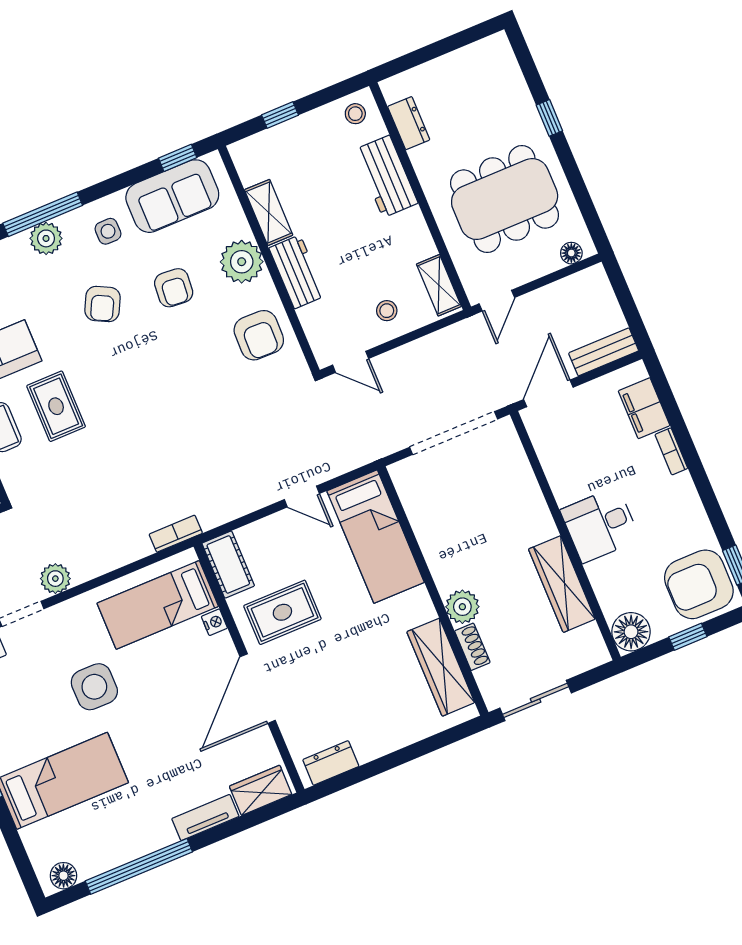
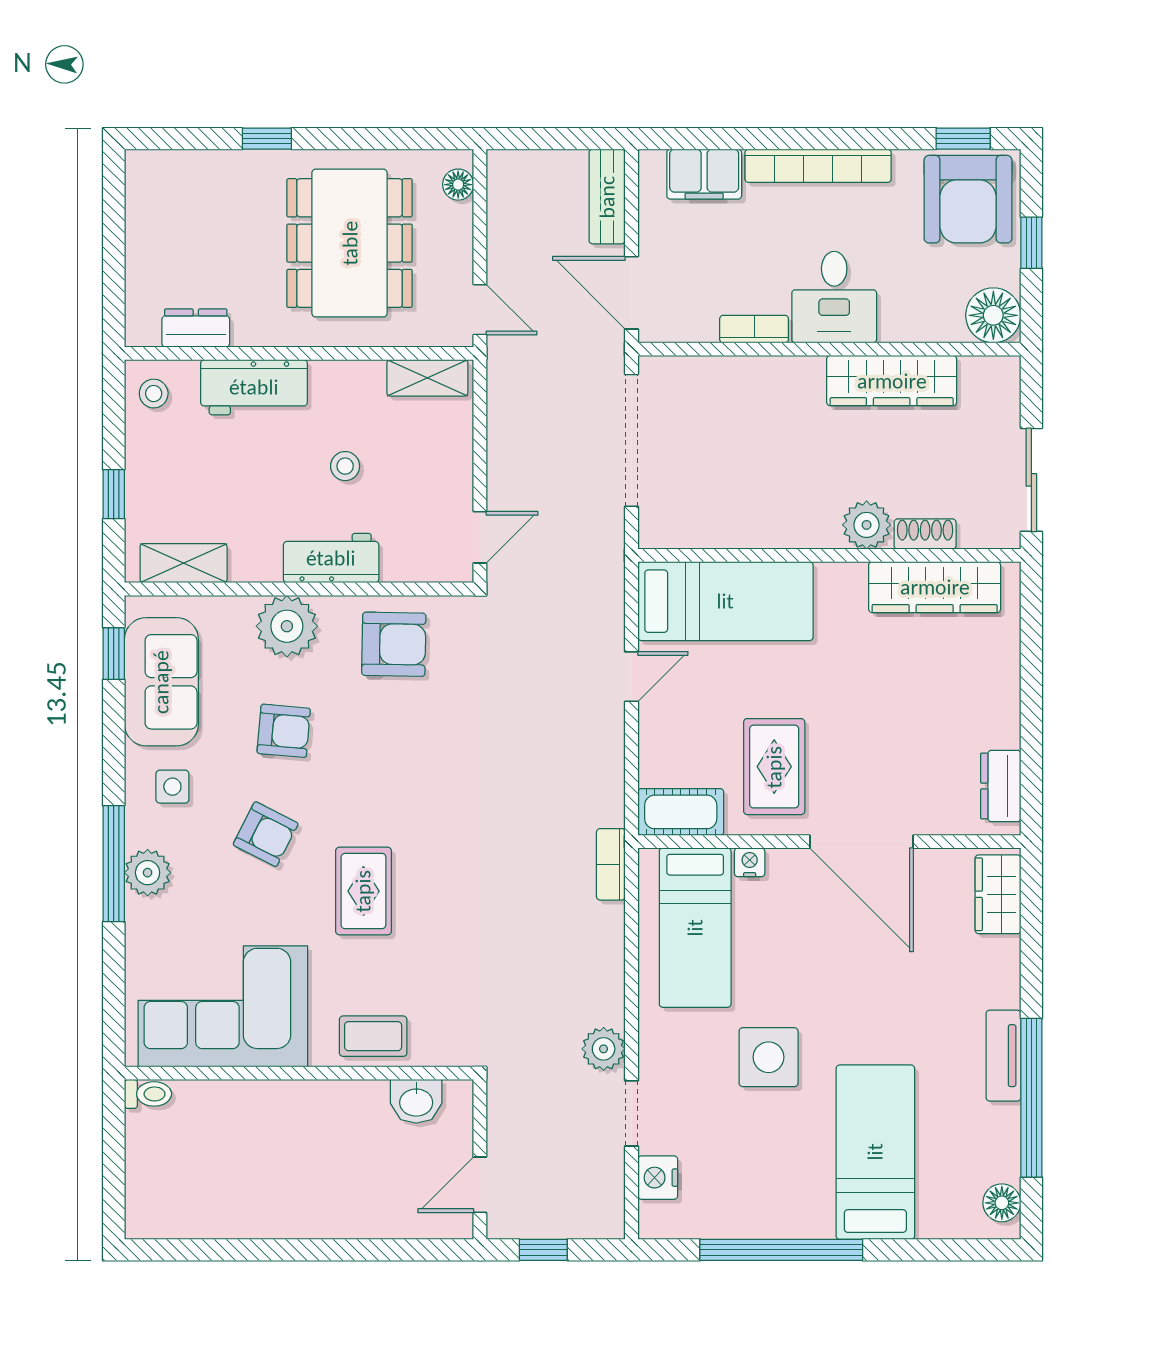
shelving: (269, 212) -> (184, 563), moved
stool: (387, 311) -> (345, 466), moved
rug: (56, 406) -> (363, 891), moved, turned 90
bookcase: (671, 451) -> (818, 166), width x2.31, depth x1.31
bookcase: (558, 482) -> (754, 329), added
tv unit: (205, 818) -> (1003, 1056), moved

